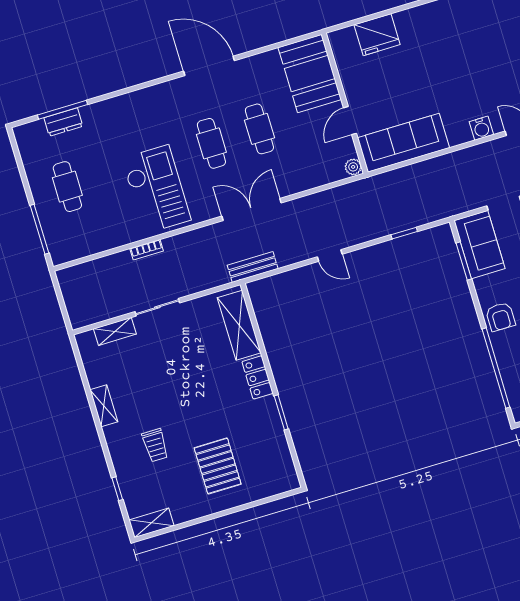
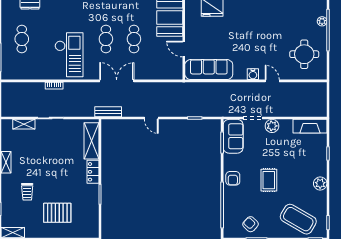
door: (350, 121) -> (184, 49), hinge flipped
plant: (353, 167) -> (178, 74), removed
pallet: (218, 466) -> (57, 213), turned 90

